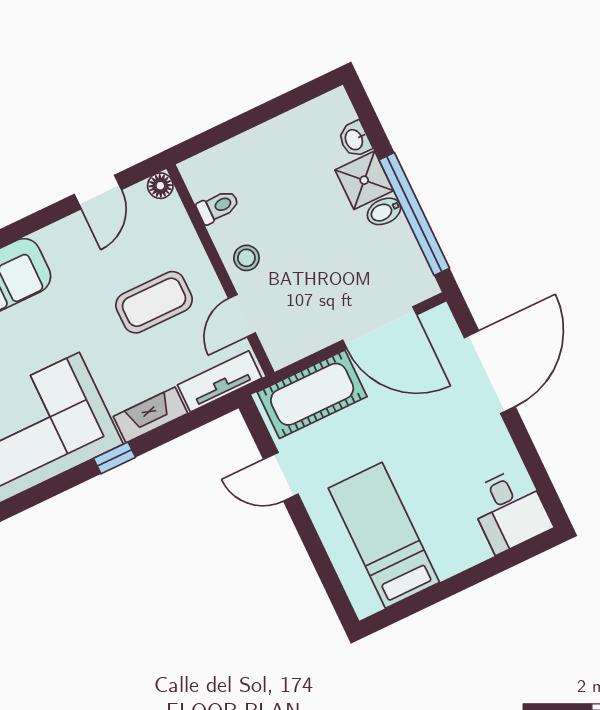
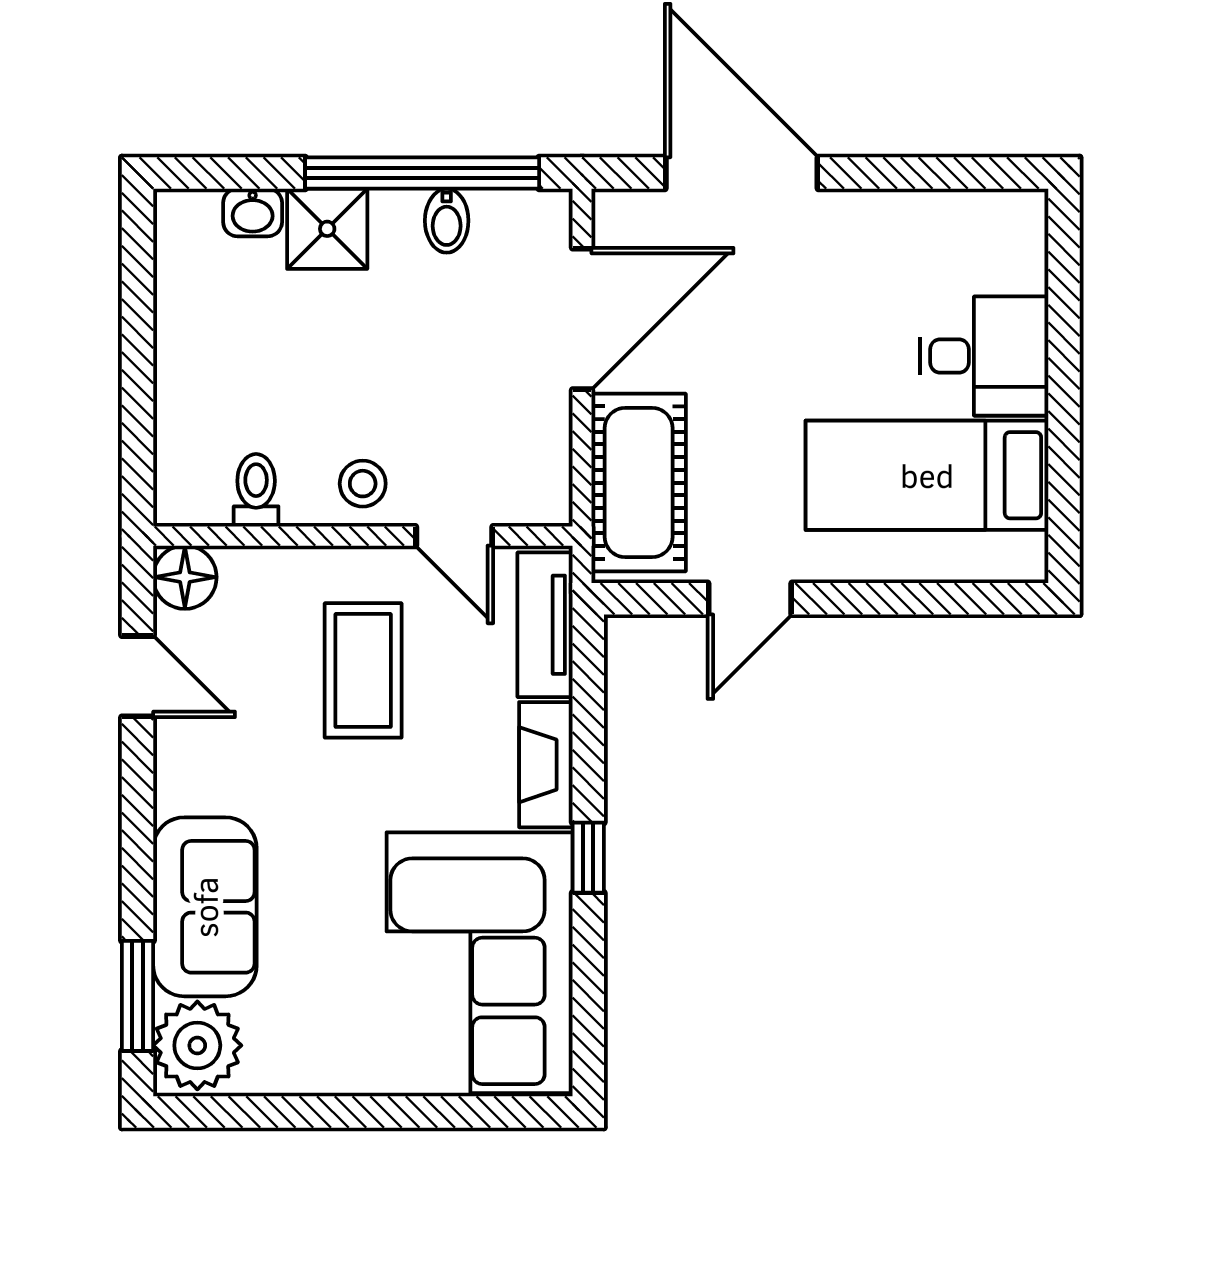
floor lamp: (160, 186) -> (185, 577), width x1.37, depth x1.37
bidet: (384, 211) -> (447, 221), moved
desk: (510, 510) -> (984, 356), moved

